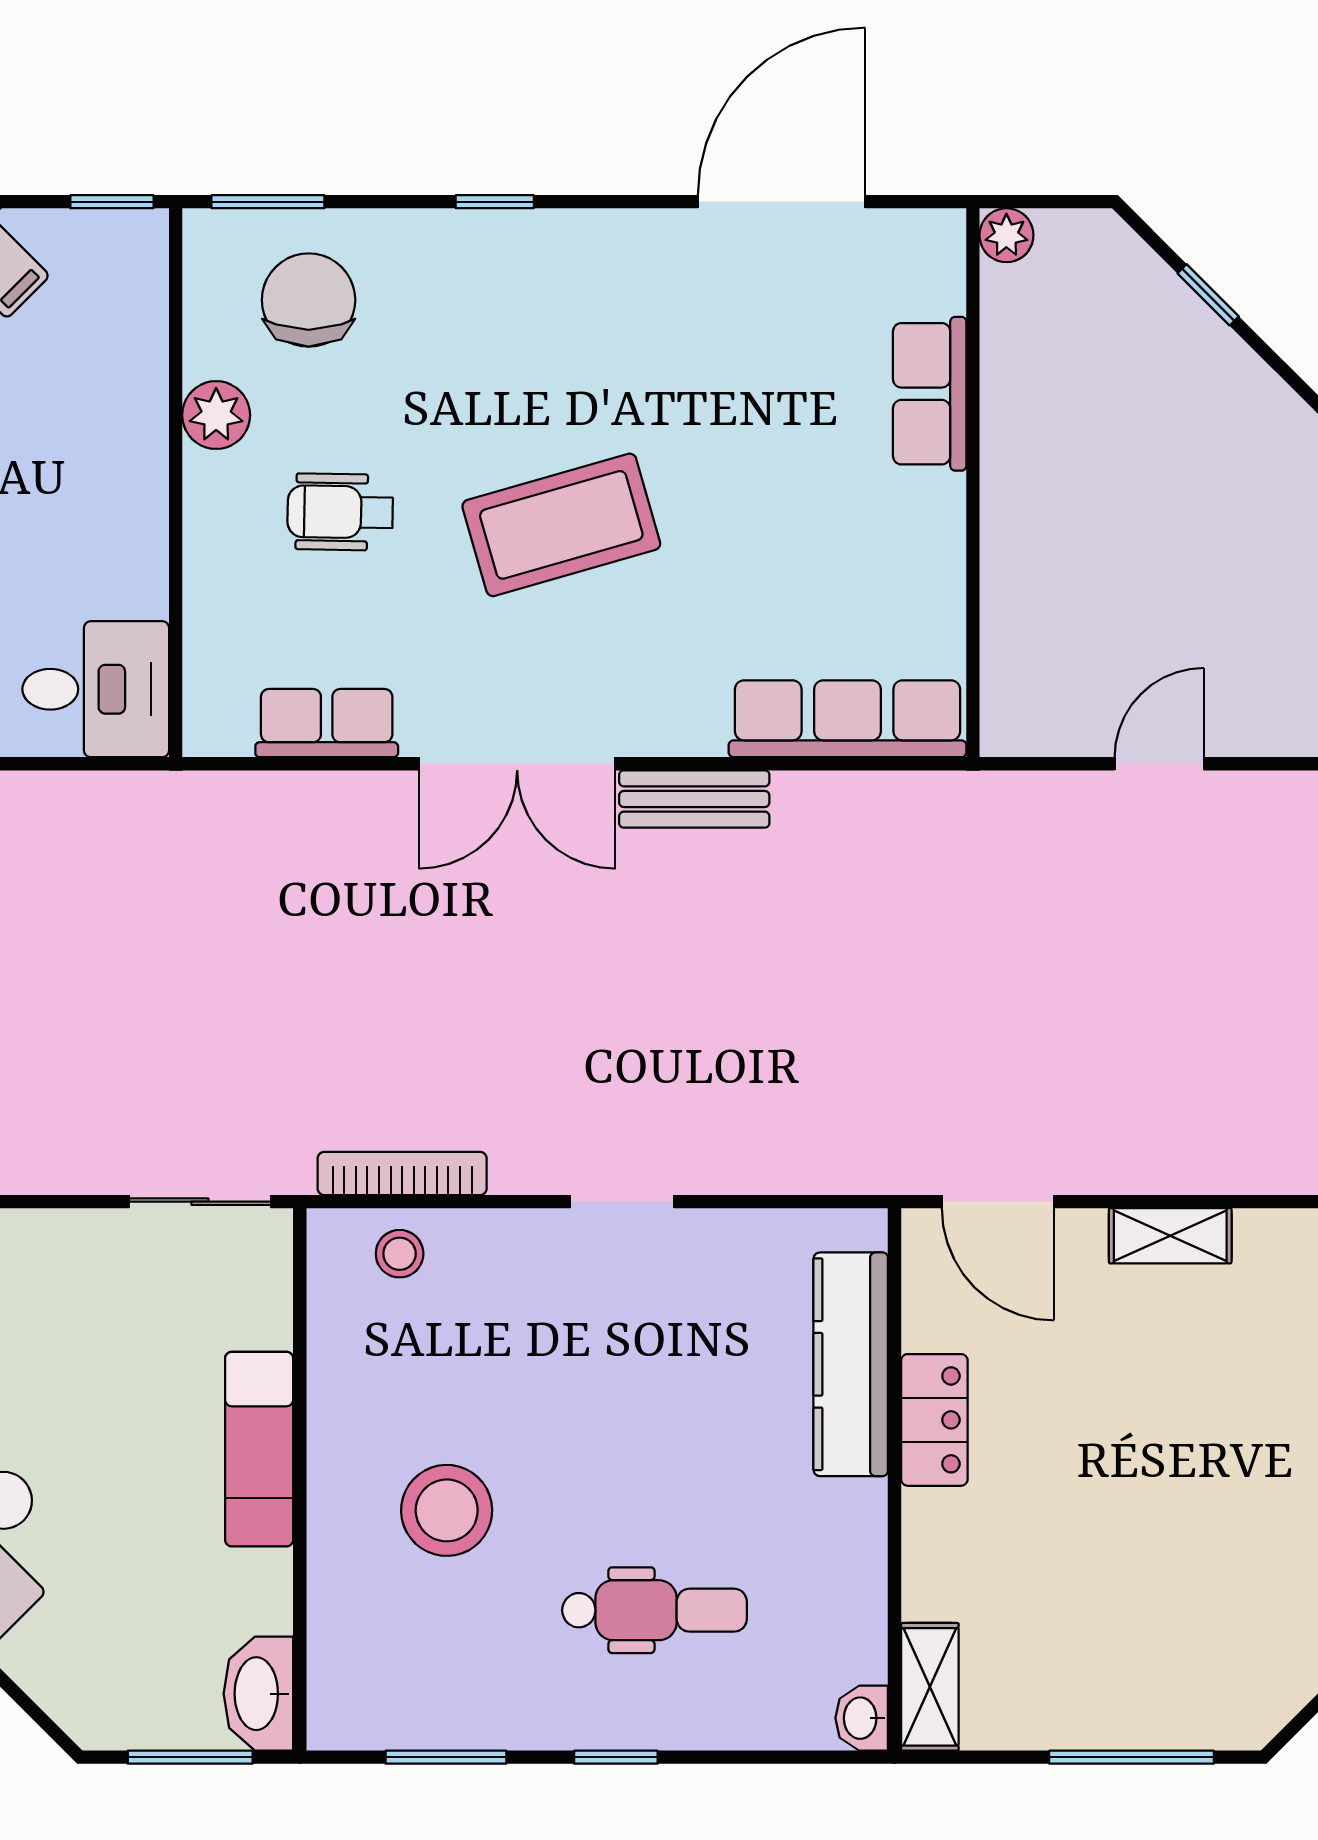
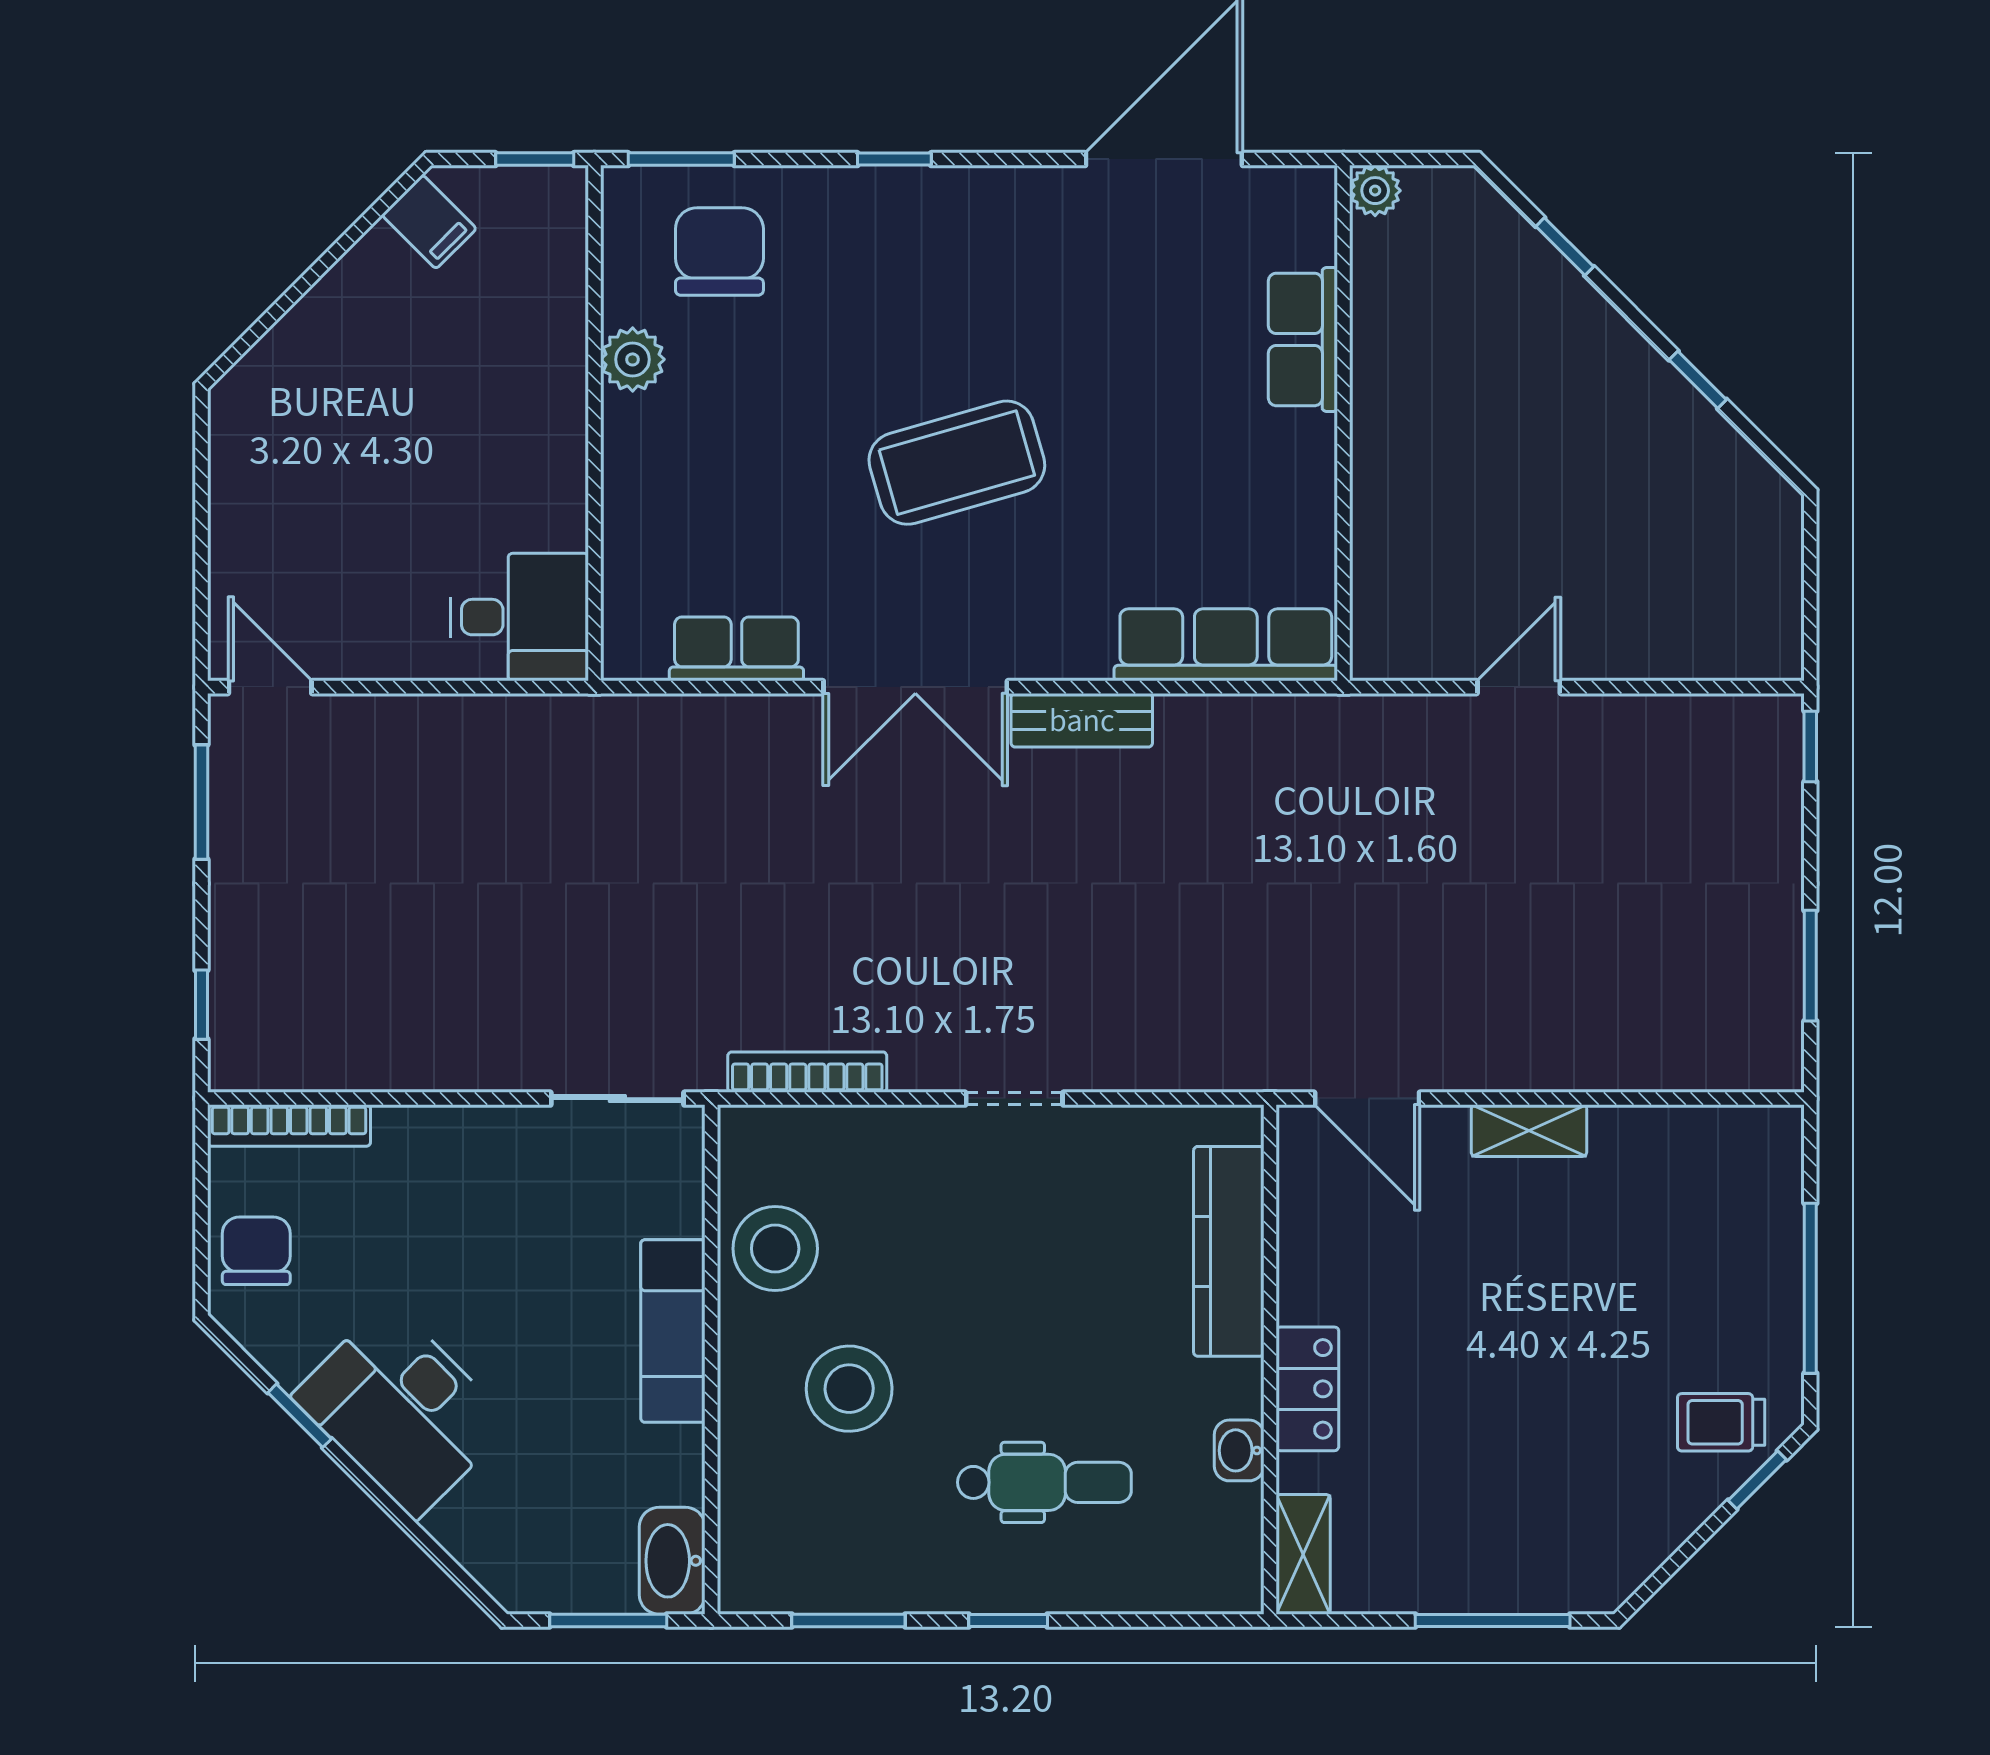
wheelchair: (340, 512) -> (749, 451), removed
stool: (400, 1254) -> (775, 1249), moved, width x1.89, depth x1.89
locker: (934, 1420) -> (1307, 1389), moved
washbasin: (862, 1718) -> (1239, 1450), moved

